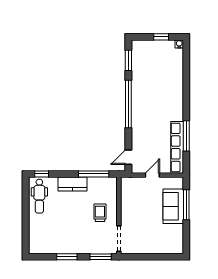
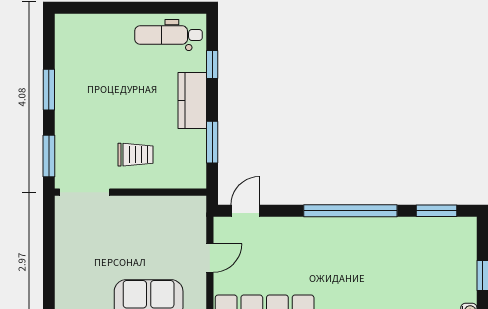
door: (128, 157) -> (245, 211), hinge flipped
window: (42, 174) -> (212, 64), moved
window: (94, 174) -> (212, 142), width x0.69
door: (152, 175) -> (210, 258), hinge flipped

